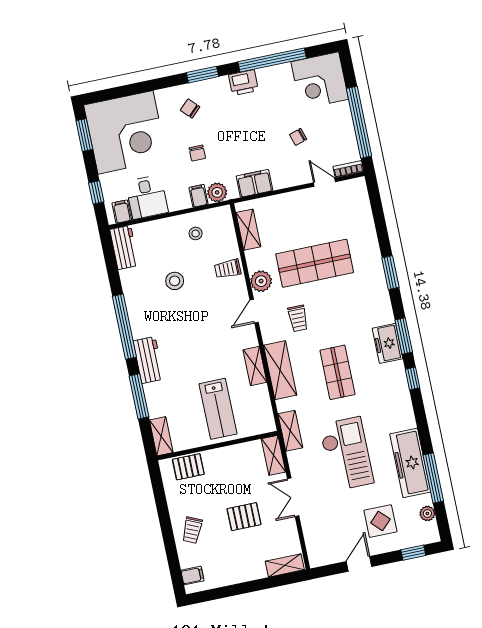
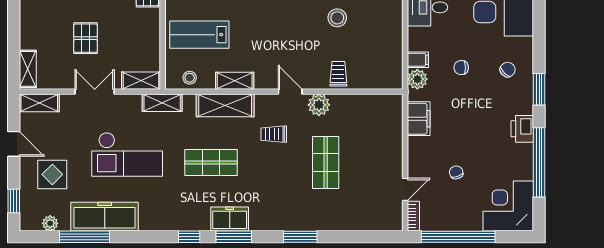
shelving: (248, 230) -> (39, 103), moved
stool: (196, 233) -> (190, 78), moved
shop shelf: (315, 263) -> (326, 162), width x0.70, depth x0.74

